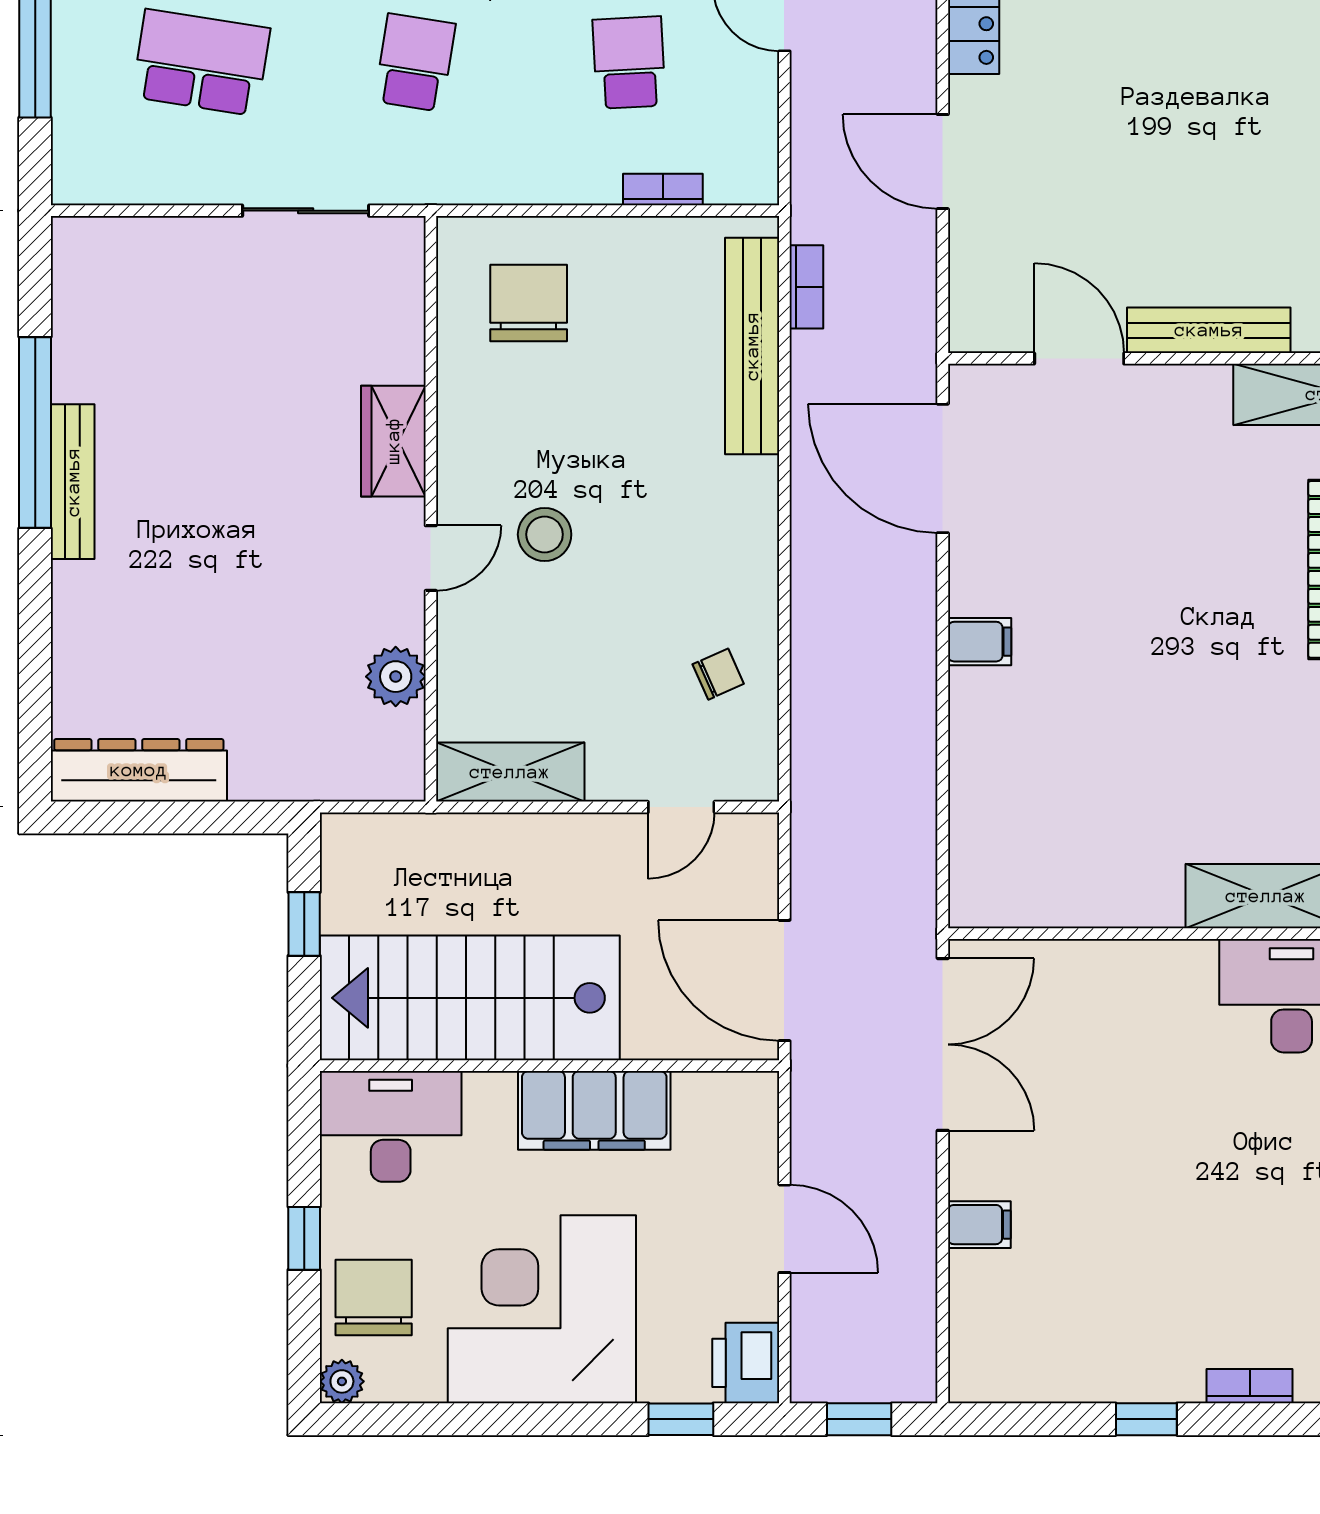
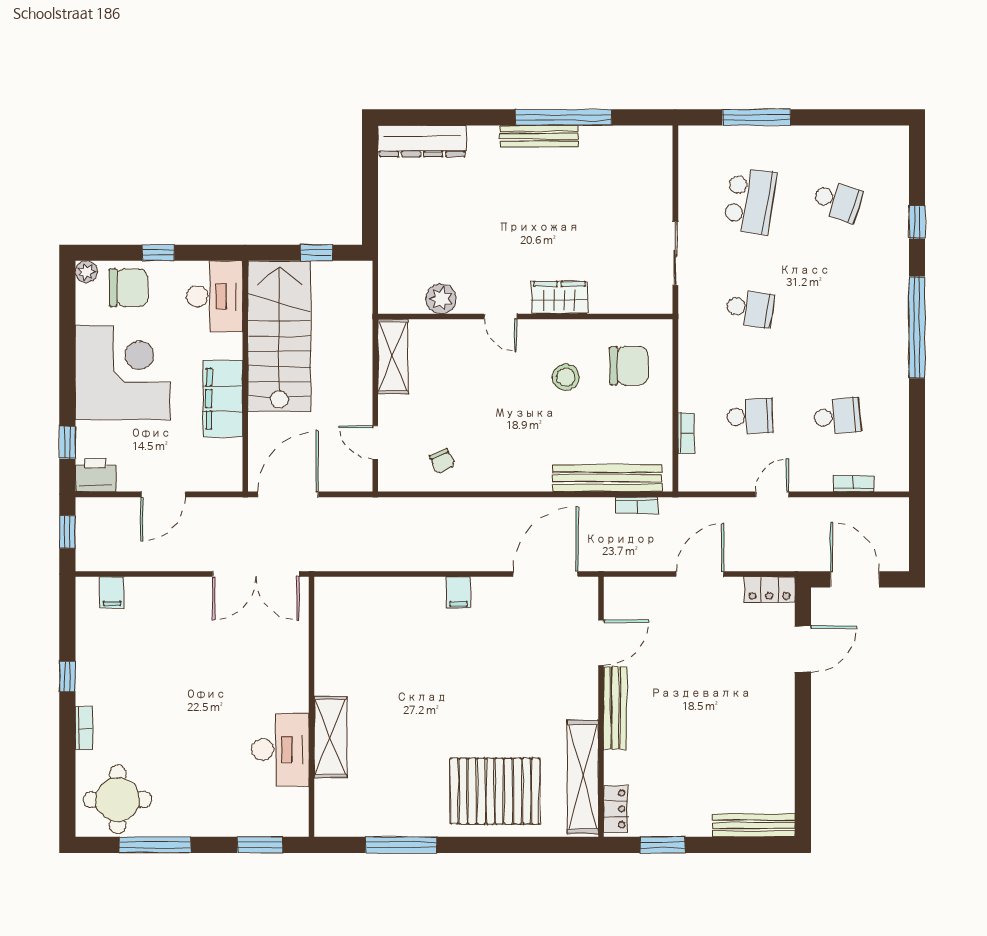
stool: (545, 534) -> (566, 377), moved
dresser: (139, 770) -> (422, 141), moved, turned 90
filing cabinet: (979, 1225) -> (112, 592), moved

